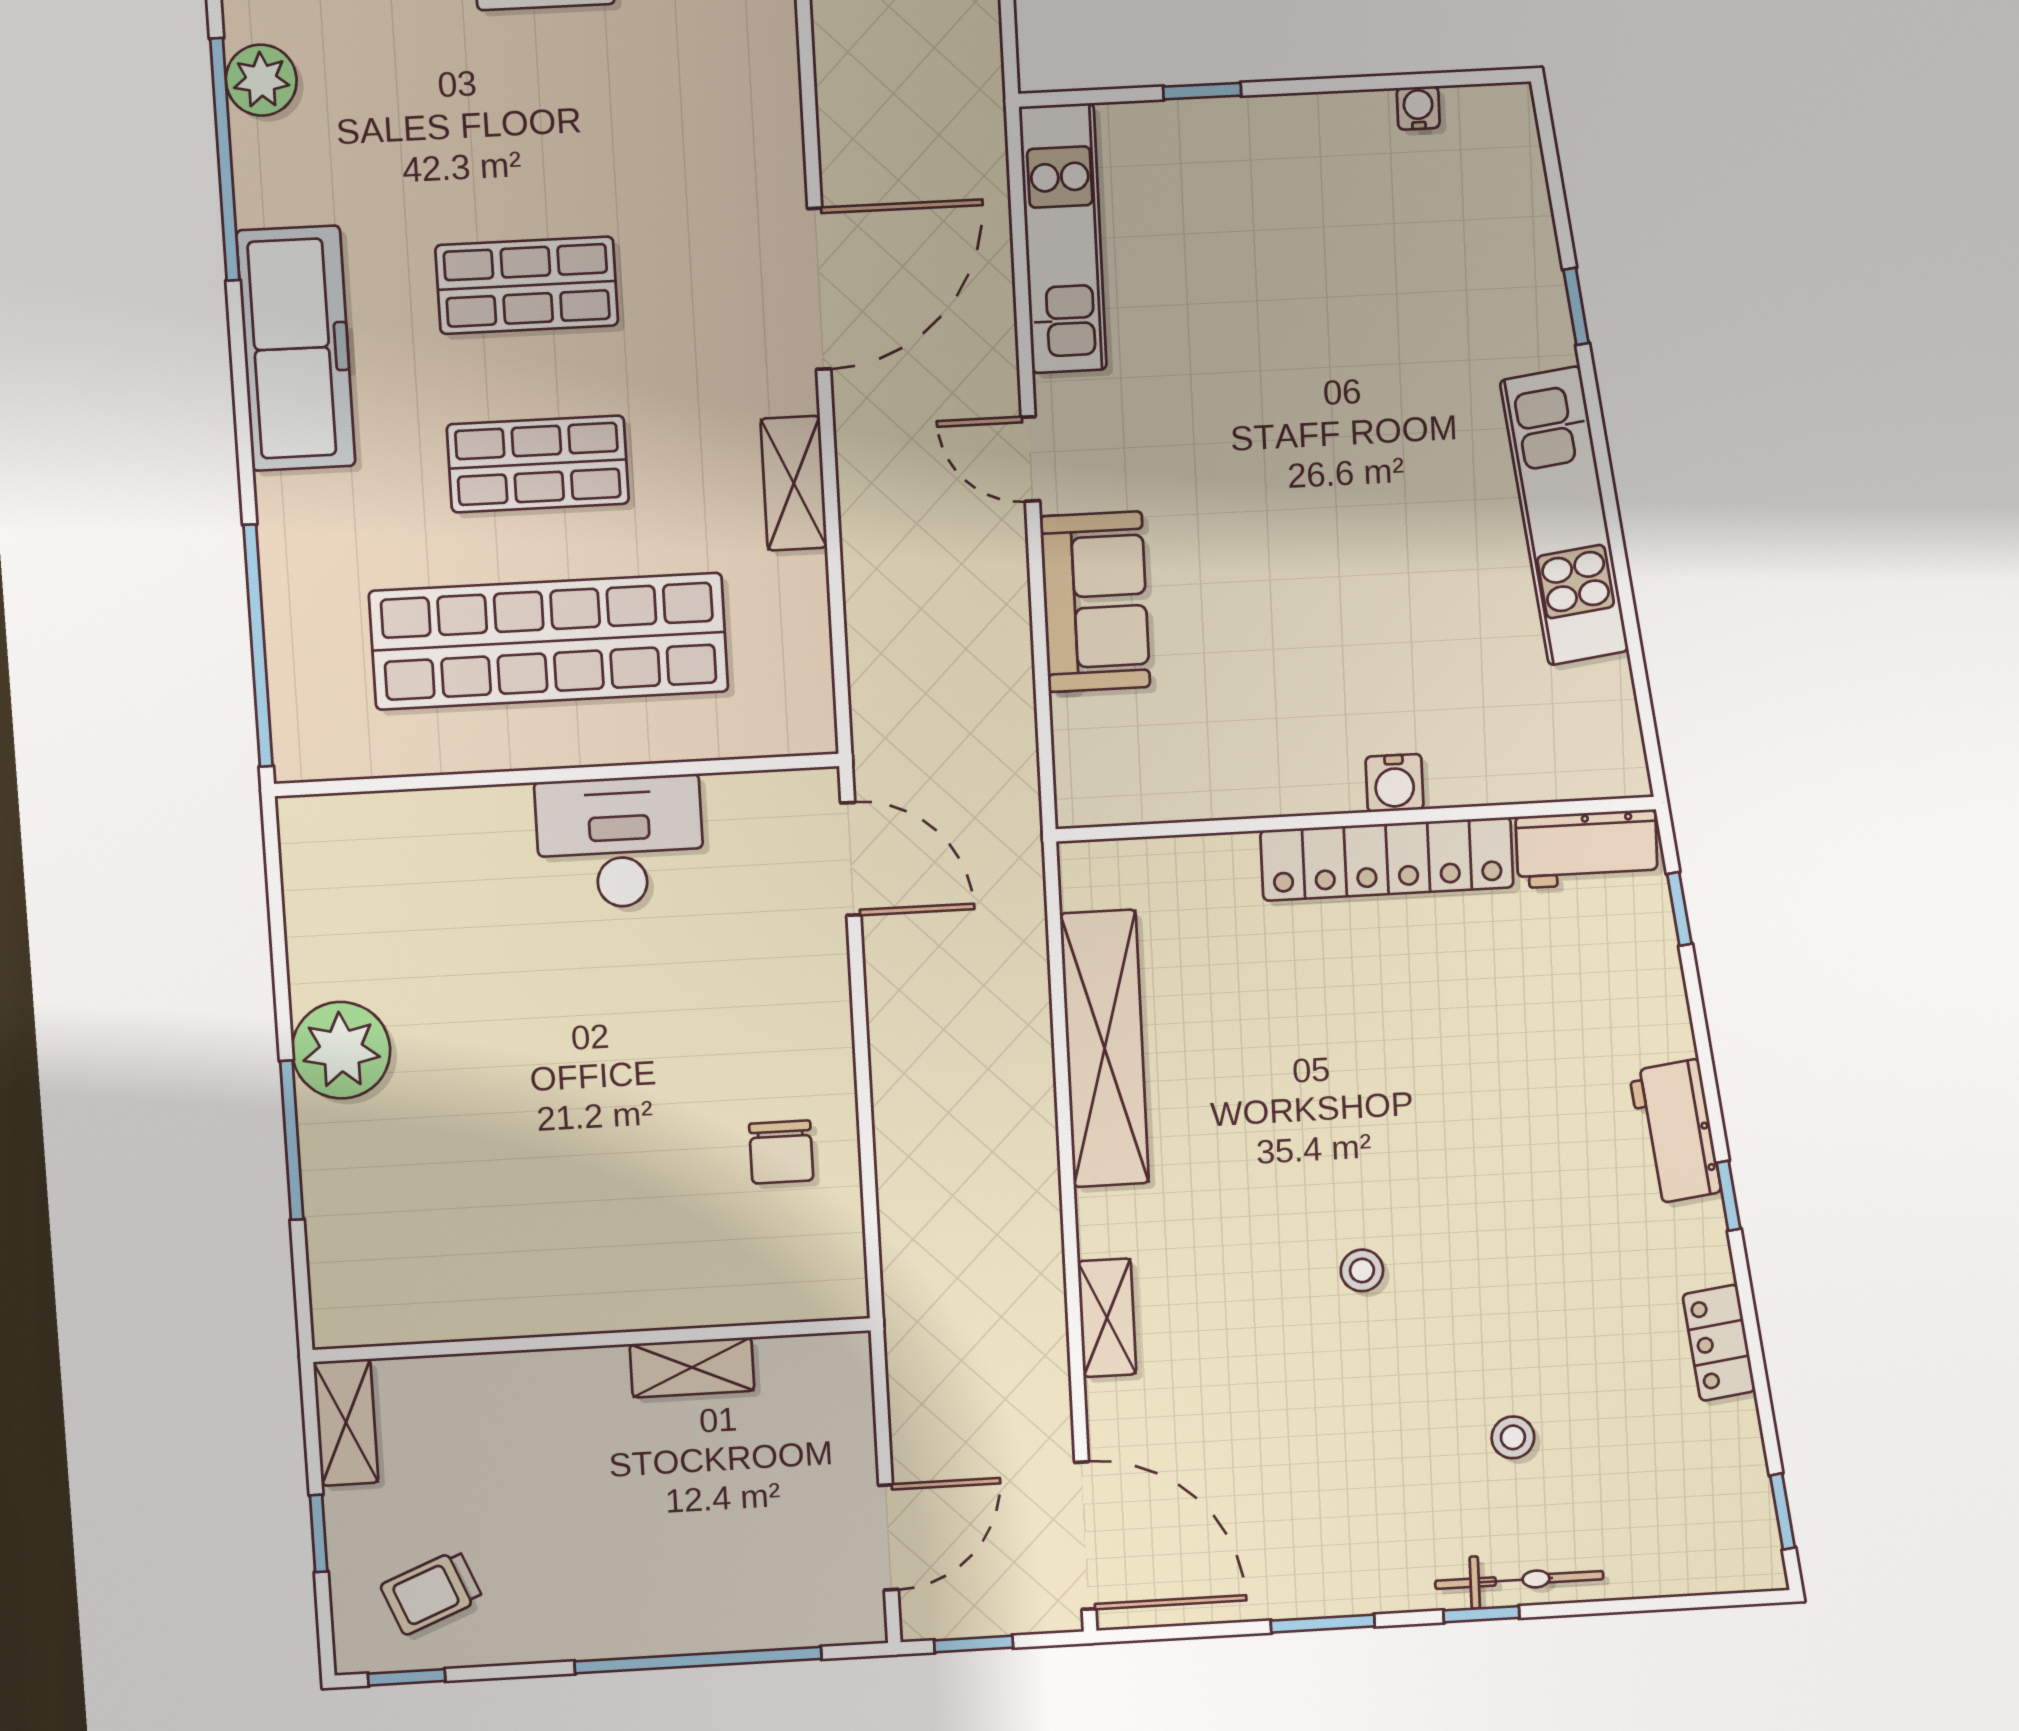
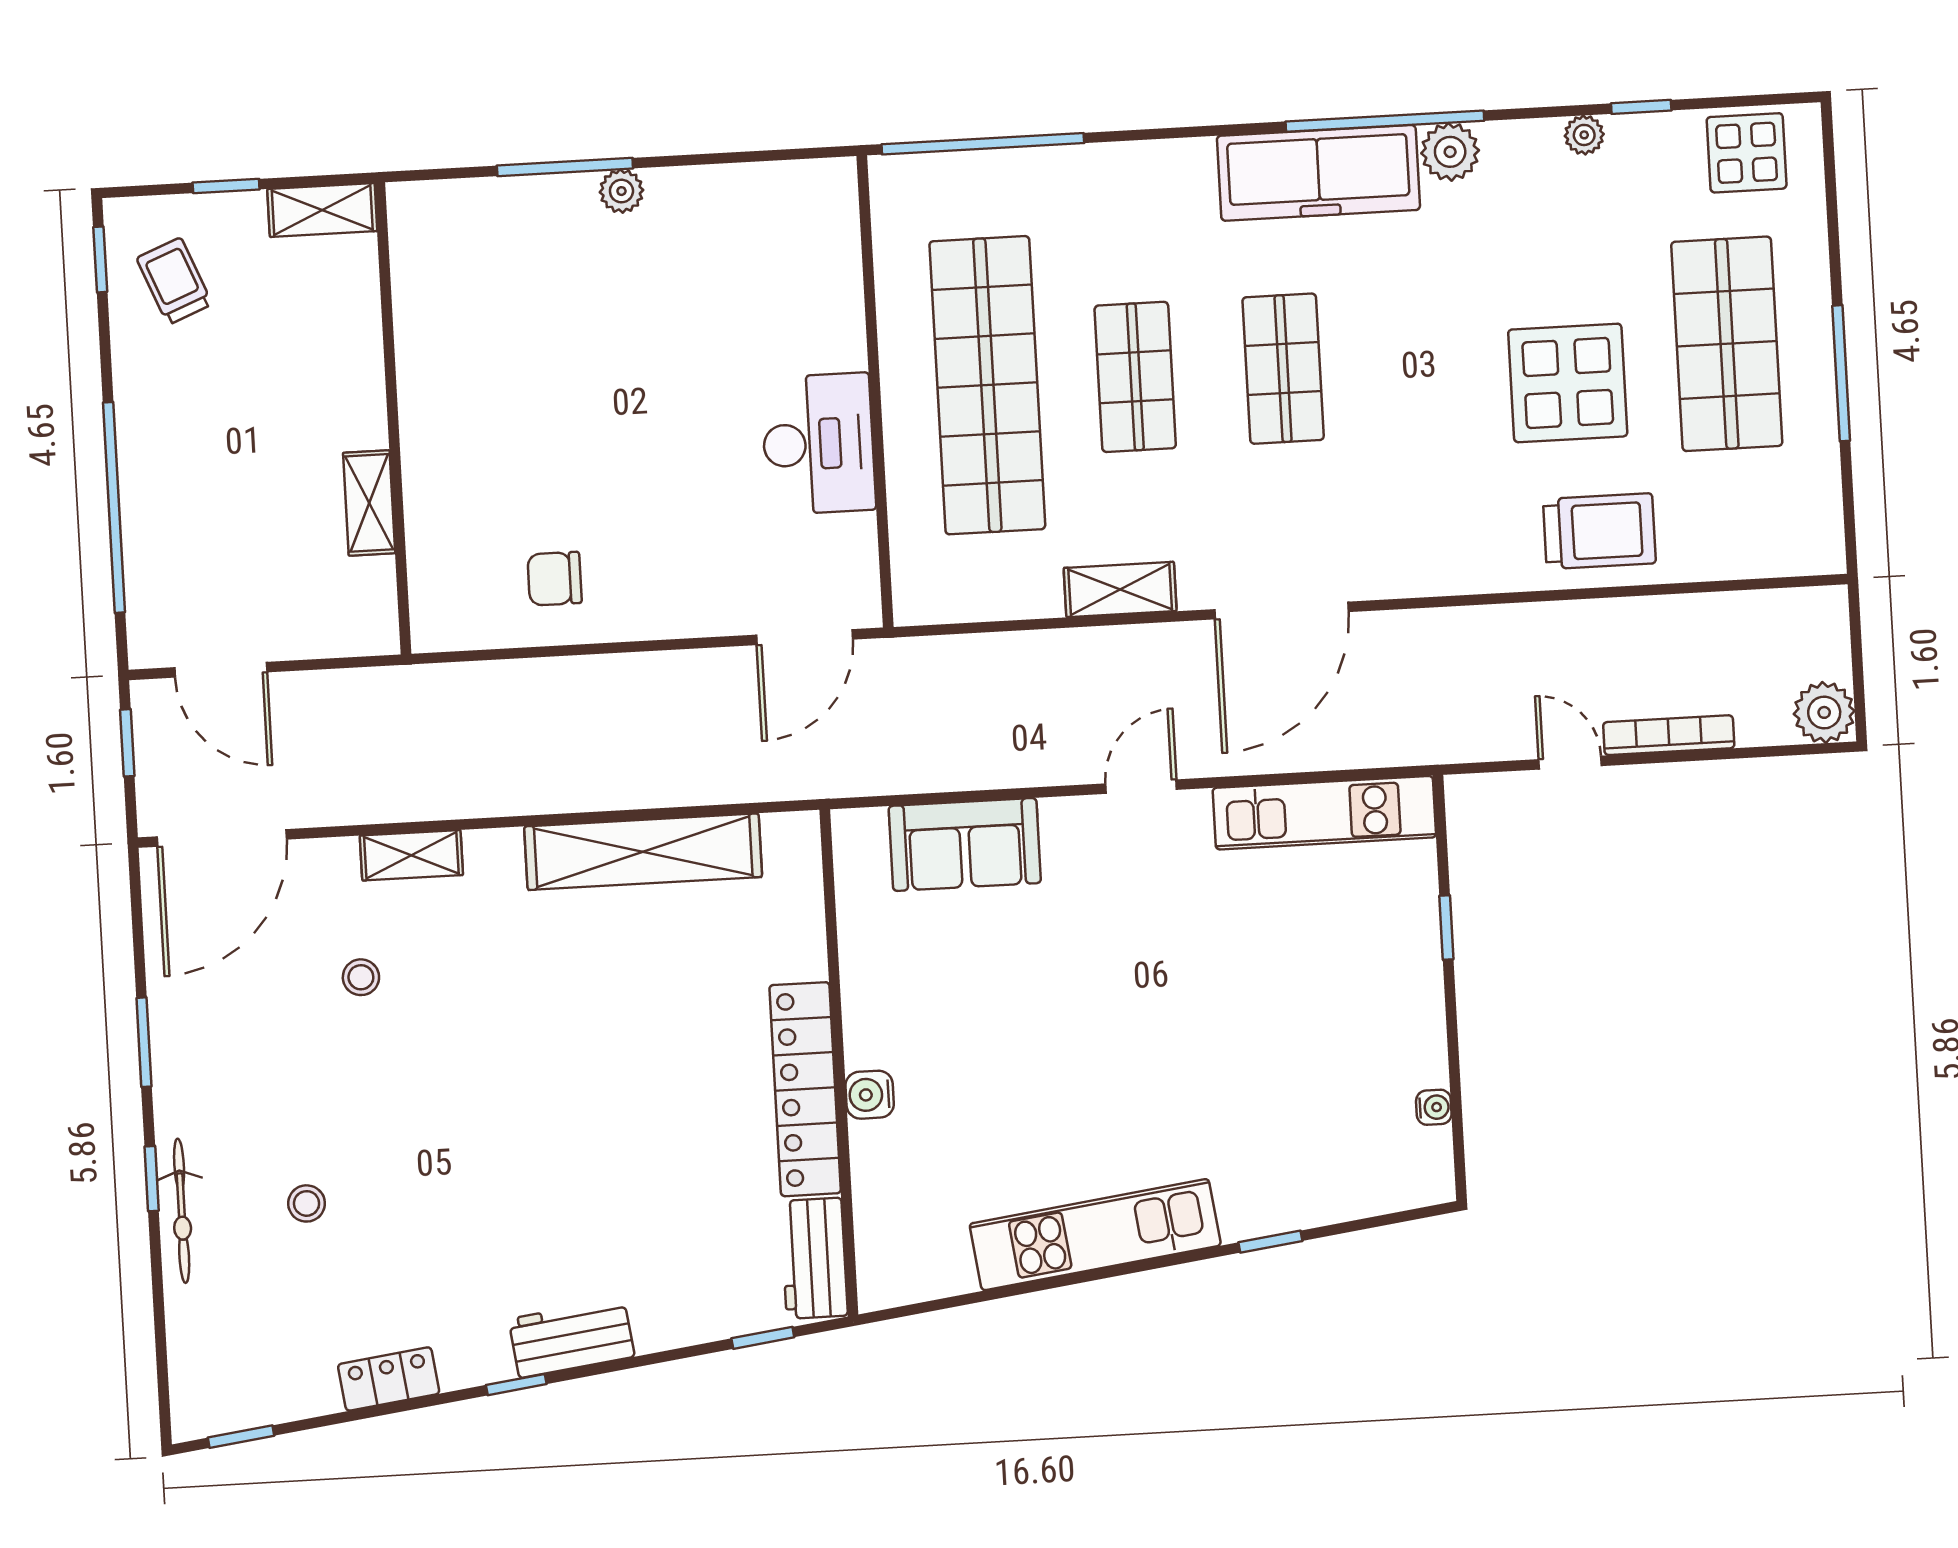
door: (819, 289) -> (1282, 611), hinge flipped
freezer: (296, 348) -> (1318, 173), moved
sofa: (1095, 602) -> (965, 844), moved
plant: (341, 1050) -> (621, 191), width x0.53, depth x0.53
stool: (1362, 1270) -> (361, 977), moved

